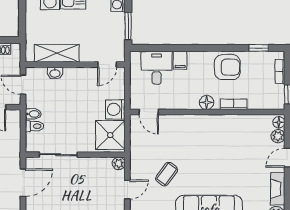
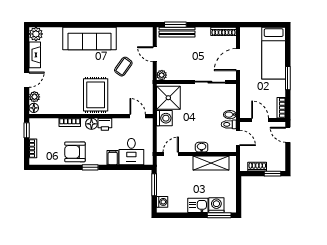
window: (259, 48) -> (90, 167), moved
washbasin: (55, 73) -> (202, 147), moved
printer: (190, 102) -> (105, 124), added
toilet: (35, 126) -> (229, 124), moved
rug: (201, 139) -> (96, 95), added
door: (127, 189) -> (155, 54), hinge flipped

